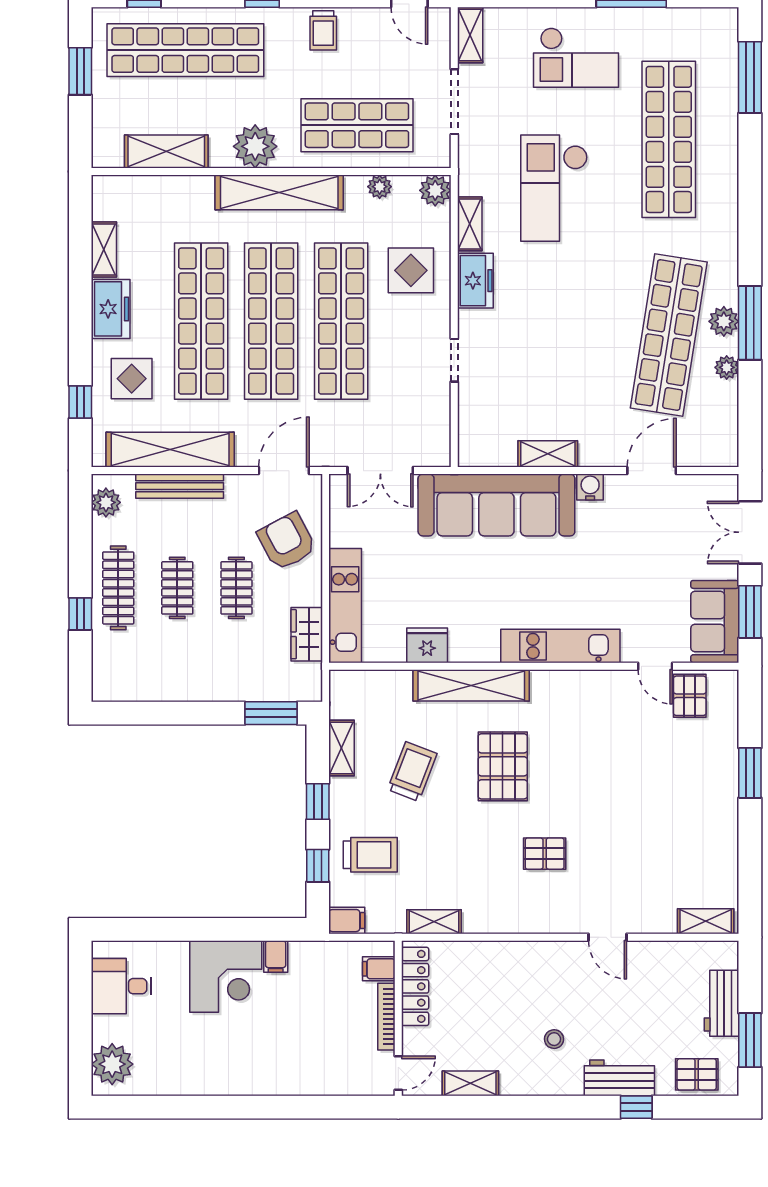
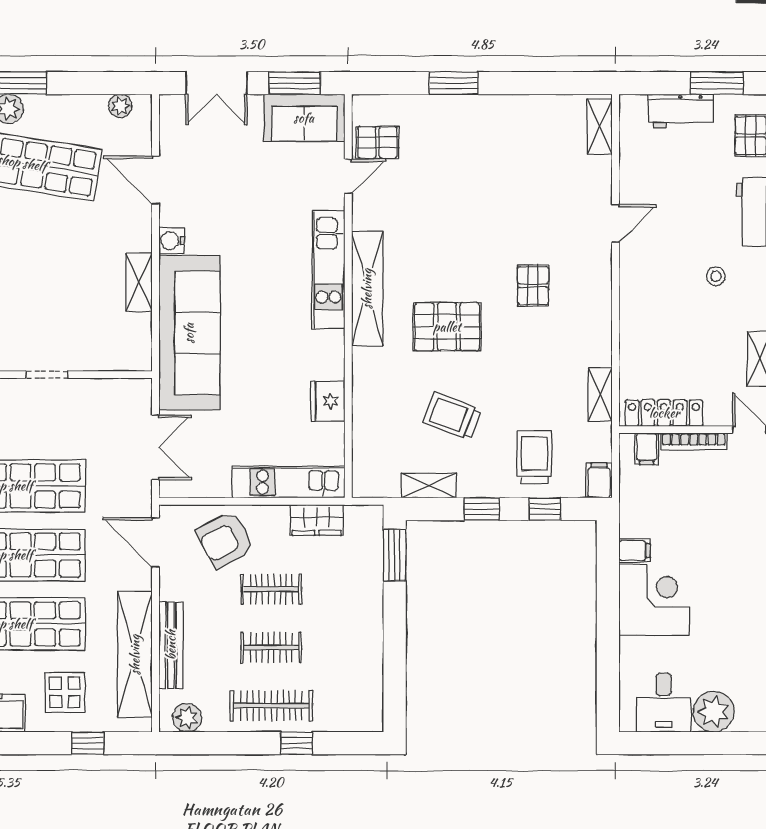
plant: (727, 367) -> (120, 106), moved
shelving: (471, 685) -> (367, 289), moved
plant: (112, 1064) -> (714, 712), moved

